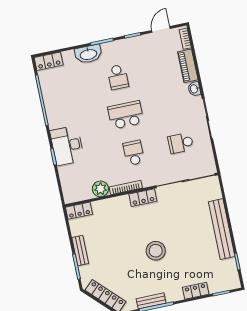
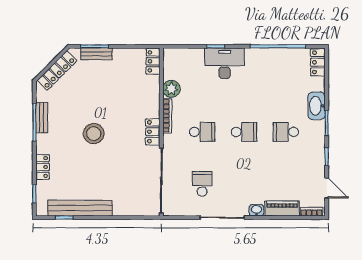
school desk: (126, 115) -> (244, 132), width x0.54
bench: (222, 229) -> (80, 208), moved
bench: (80, 250) -> (96, 54), moved

